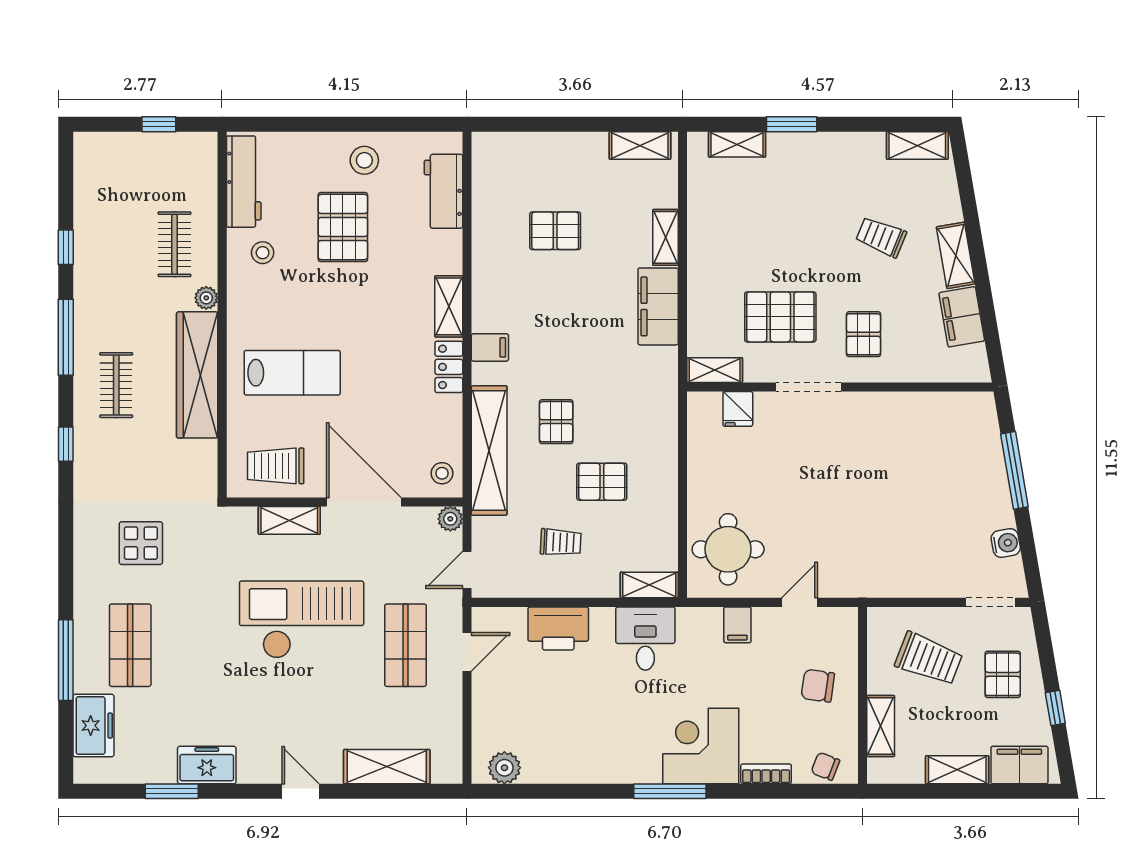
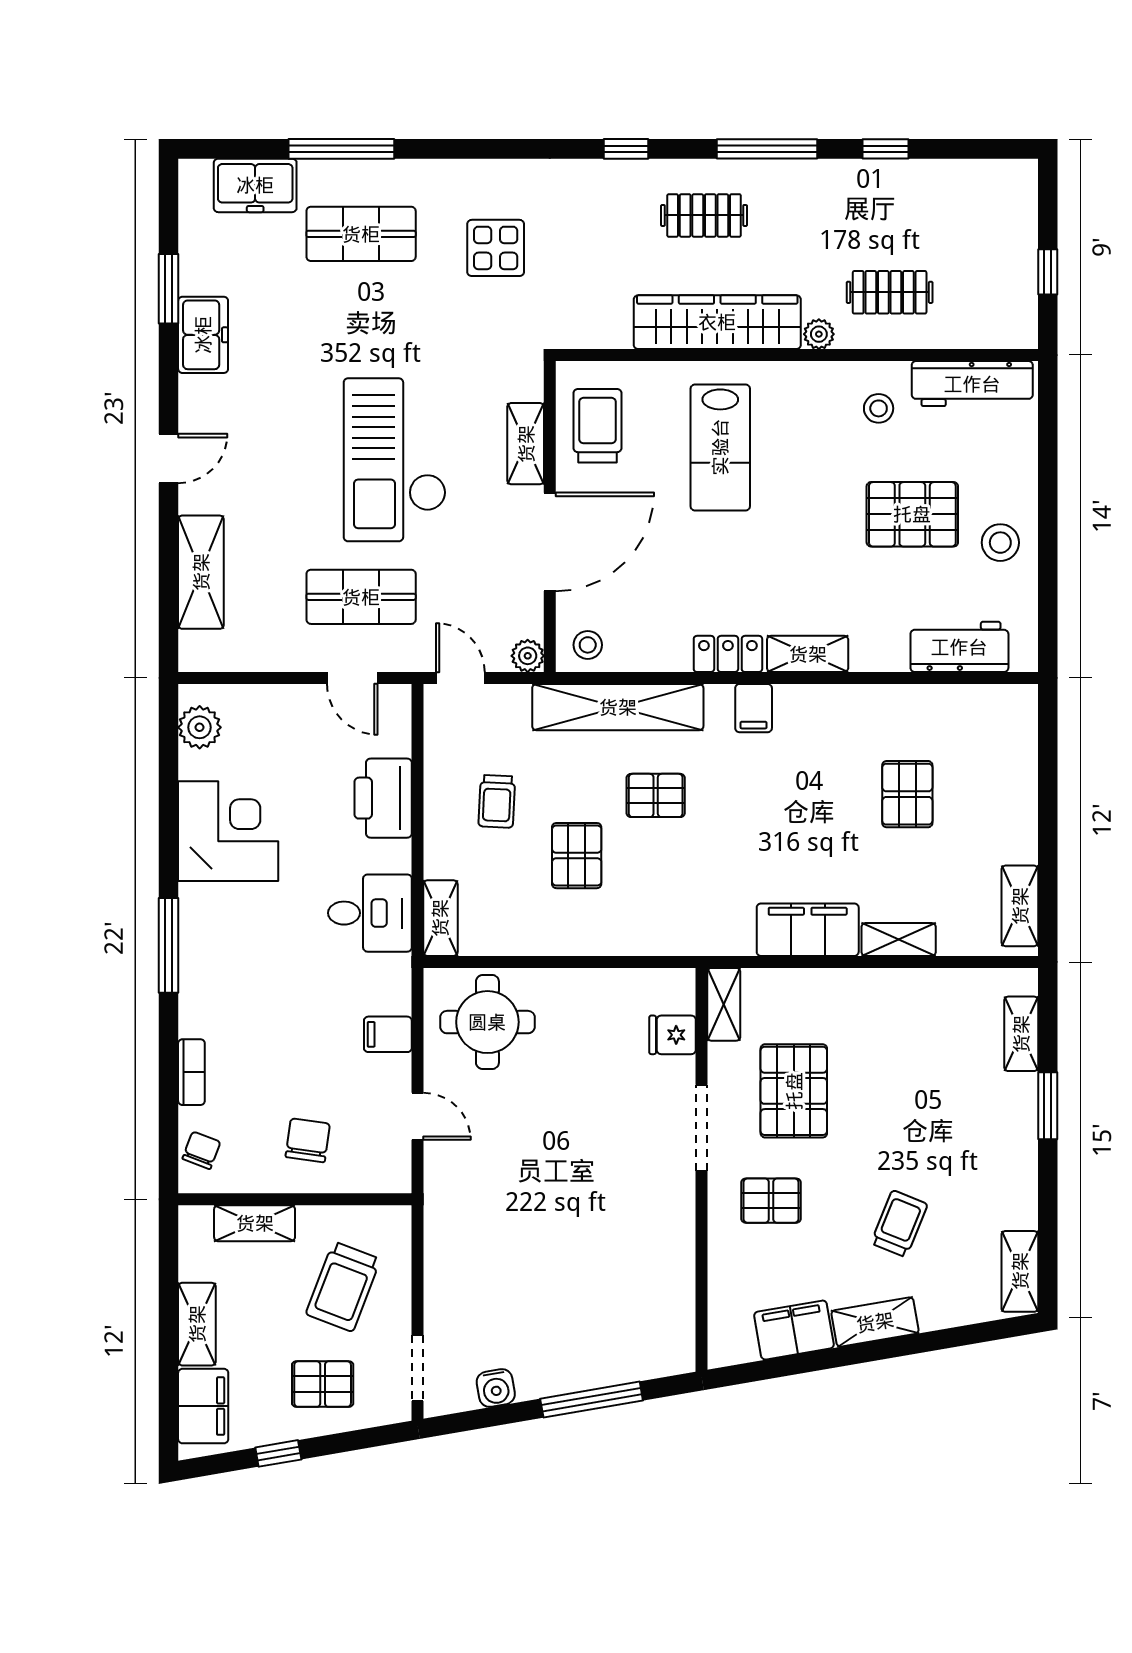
checkout: (302, 620) -> (395, 460), turned 180
corner desk: (701, 746) -> (228, 831), moved

